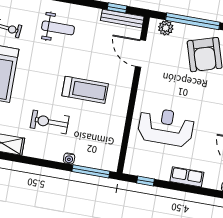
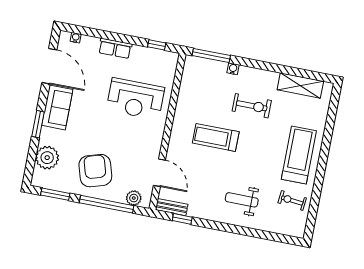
bench: (122, 19) -> (172, 207), width x0.73

